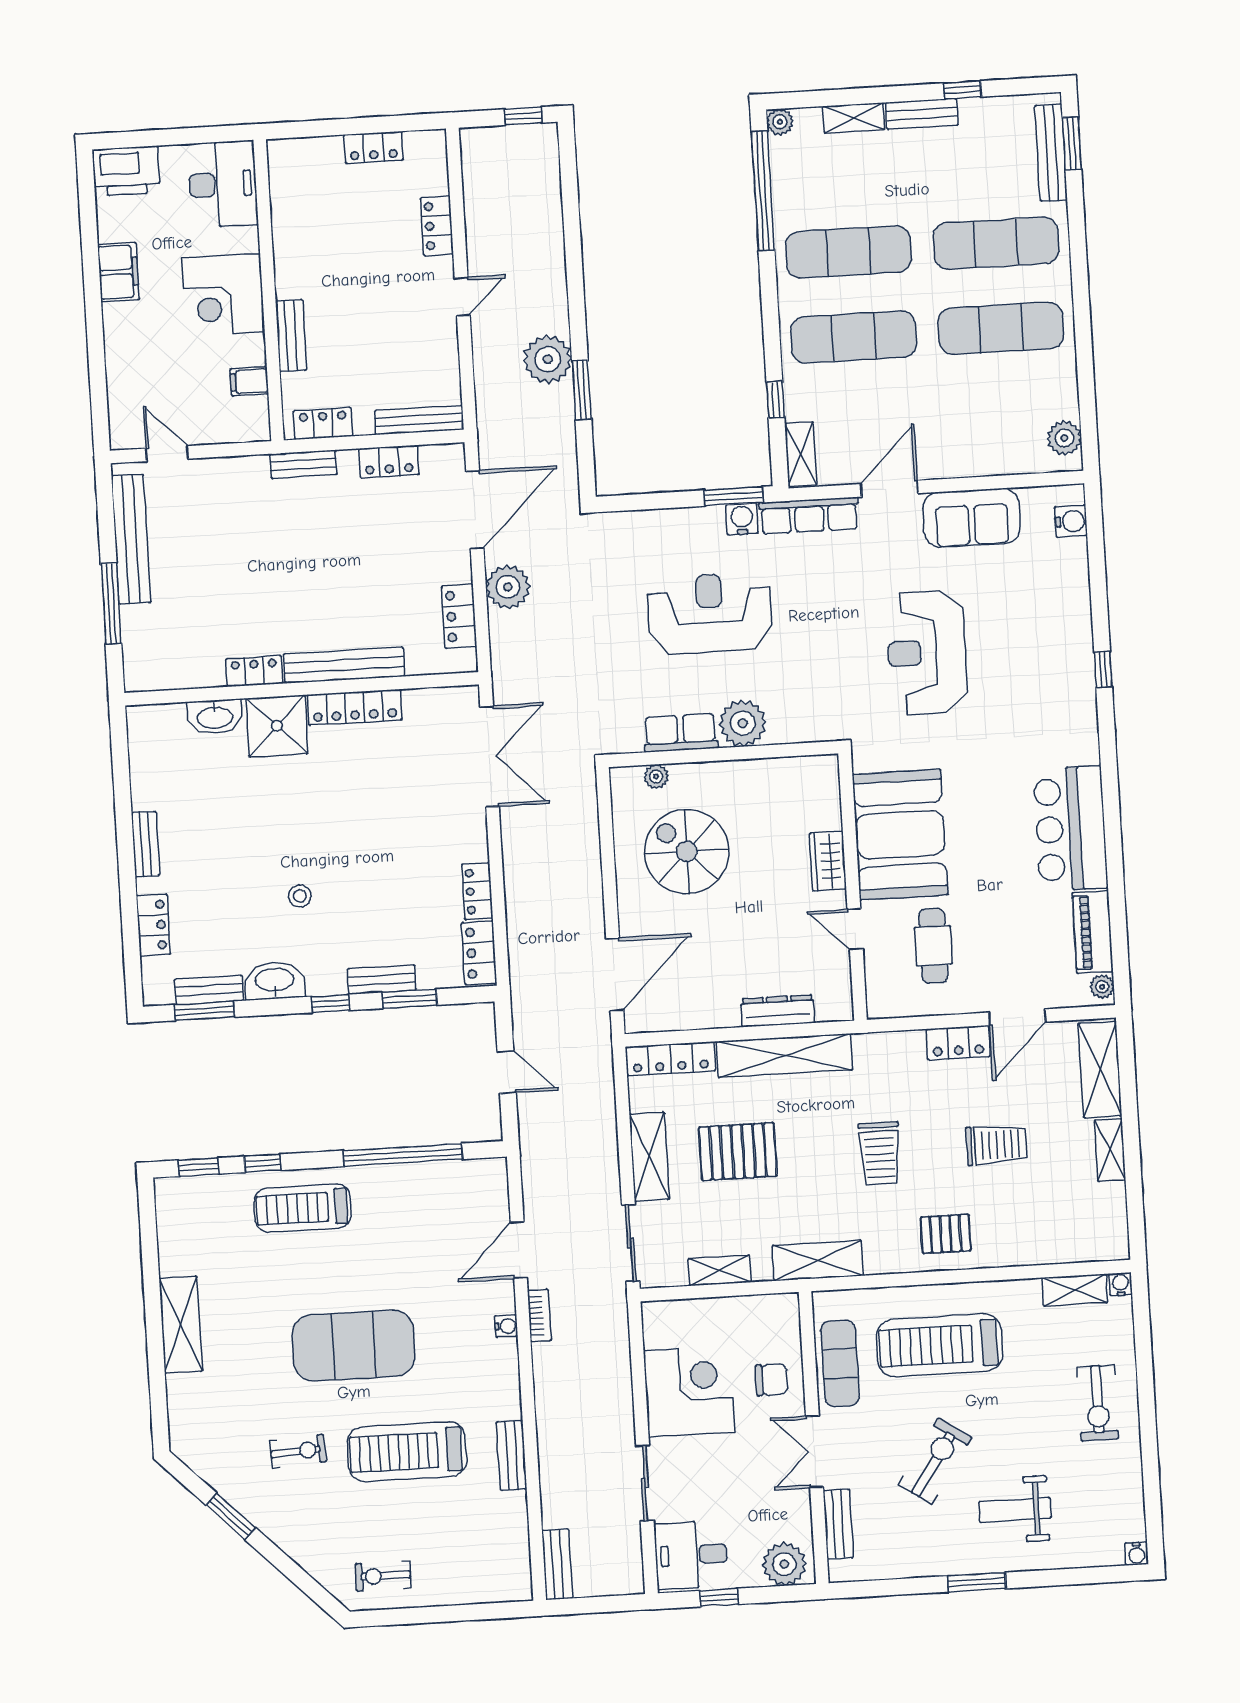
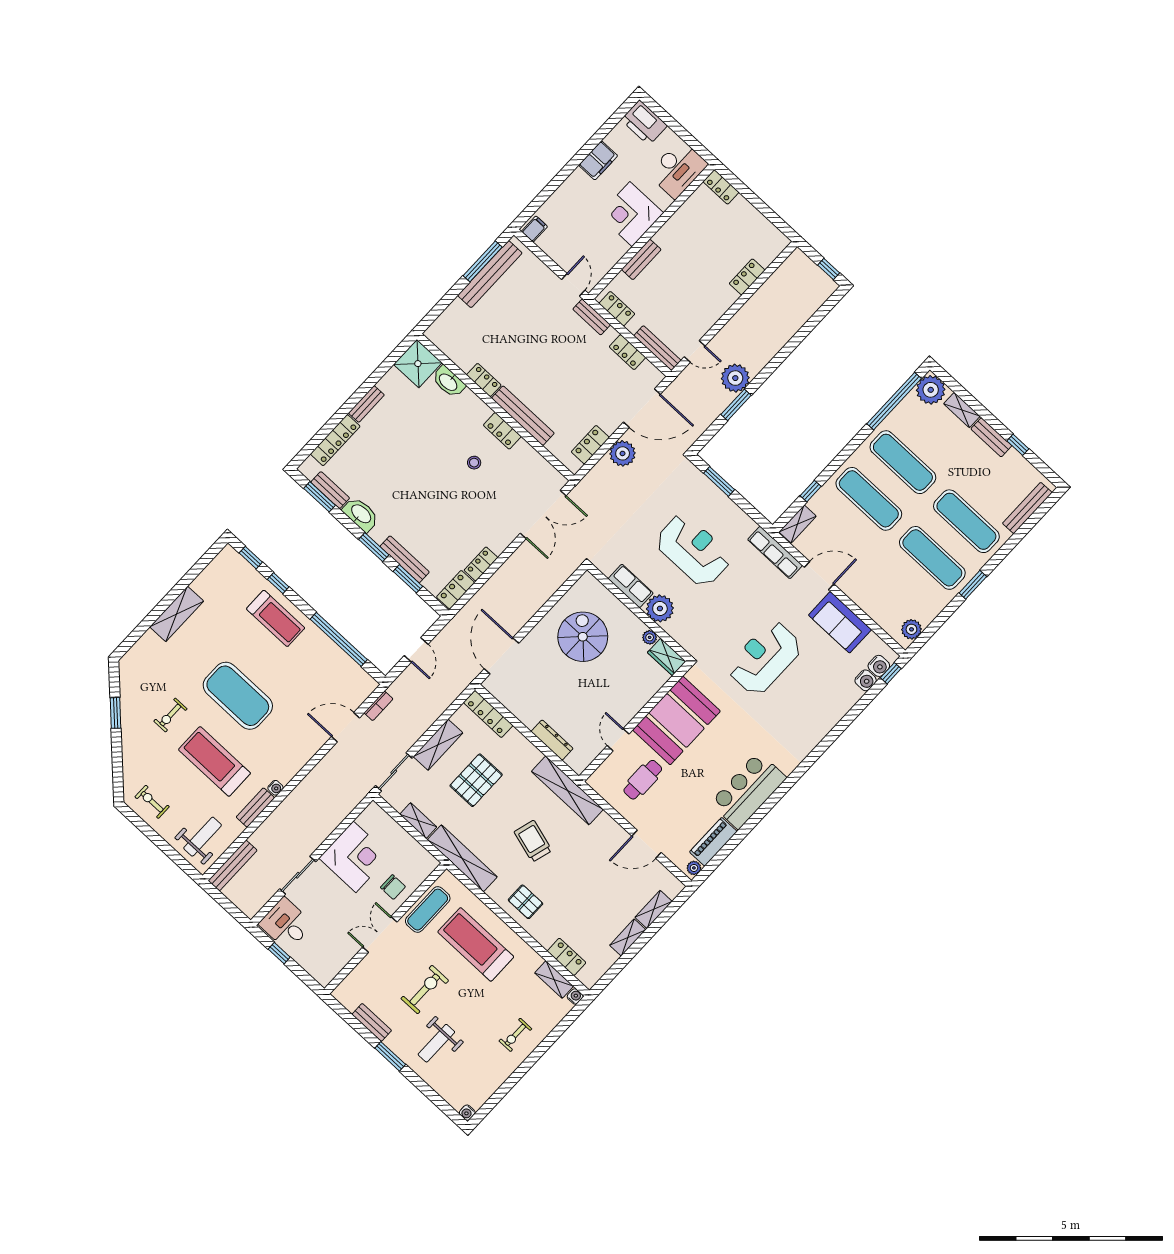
plant: (780, 122) -> (931, 390), width x1.88, depth x1.88
window: (1072, 144) -> (973, 585), moved
locker: (374, 147) -> (721, 187), moved
door: (462, 297) -> (695, 351), moved
filing cabinet: (249, 381) -> (534, 229), moved, turned 90
door: (167, 454) -> (573, 285), moved
window: (733, 496) -> (719, 481), moved
water cooler: (742, 519) -> (866, 680), moved, turned 90
window: (111, 603) -> (483, 261), moved
window: (1103, 669) -> (891, 673), moved
locker: (355, 707) -> (502, 431), width x0.66
shower: (277, 726) -> (418, 364), moved
plant: (656, 776) -> (650, 637), moved
wardrobe: (828, 861) -> (666, 657), moved, turned -90
stool: (300, 896) -> (474, 463), moved
locker: (153, 925) -> (335, 440), width x1.53
door: (615, 974) -> (501, 656), swing flipped
bench: (382, 980) -> (405, 559), width x1.36
window: (330, 1003) -> (374, 547), width x1.50
locker: (958, 1043) -> (567, 957), moved, turned 180
shelving: (784, 1056) -> (567, 790), moved
shelving: (1100, 1070) -> (654, 909), width x0.67, depth x0.75
trolley: (996, 1145) -> (584, 887), removed
pallet: (738, 1152) -> (476, 780), turned 90
trolley: (880, 1153) -> (533, 841), turned 106
treadmill: (303, 1208) -> (276, 618), turned 180
shelving: (818, 1261) -> (462, 858), width x1.47
bookcase: (539, 1315) -> (379, 706), moved
water cooler: (506, 1326) -> (275, 788), moved
exercise bike: (1098, 1403) -> (515, 1035), width x0.73, depth x0.72
exercise bike: (298, 1451) -> (170, 715), turned 94
exercise bike: (935, 1461) -> (425, 990), turned -34
weight bench: (1015, 1510) -> (436, 1043), turned -90
bench: (838, 1524) -> (372, 1022), moved, turned 90
weight bench: (486, 1555) -> (203, 837), added
bench: (557, 1564) -> (233, 865), width x1.36
plant: (784, 1564) -> (320, 967), removed

